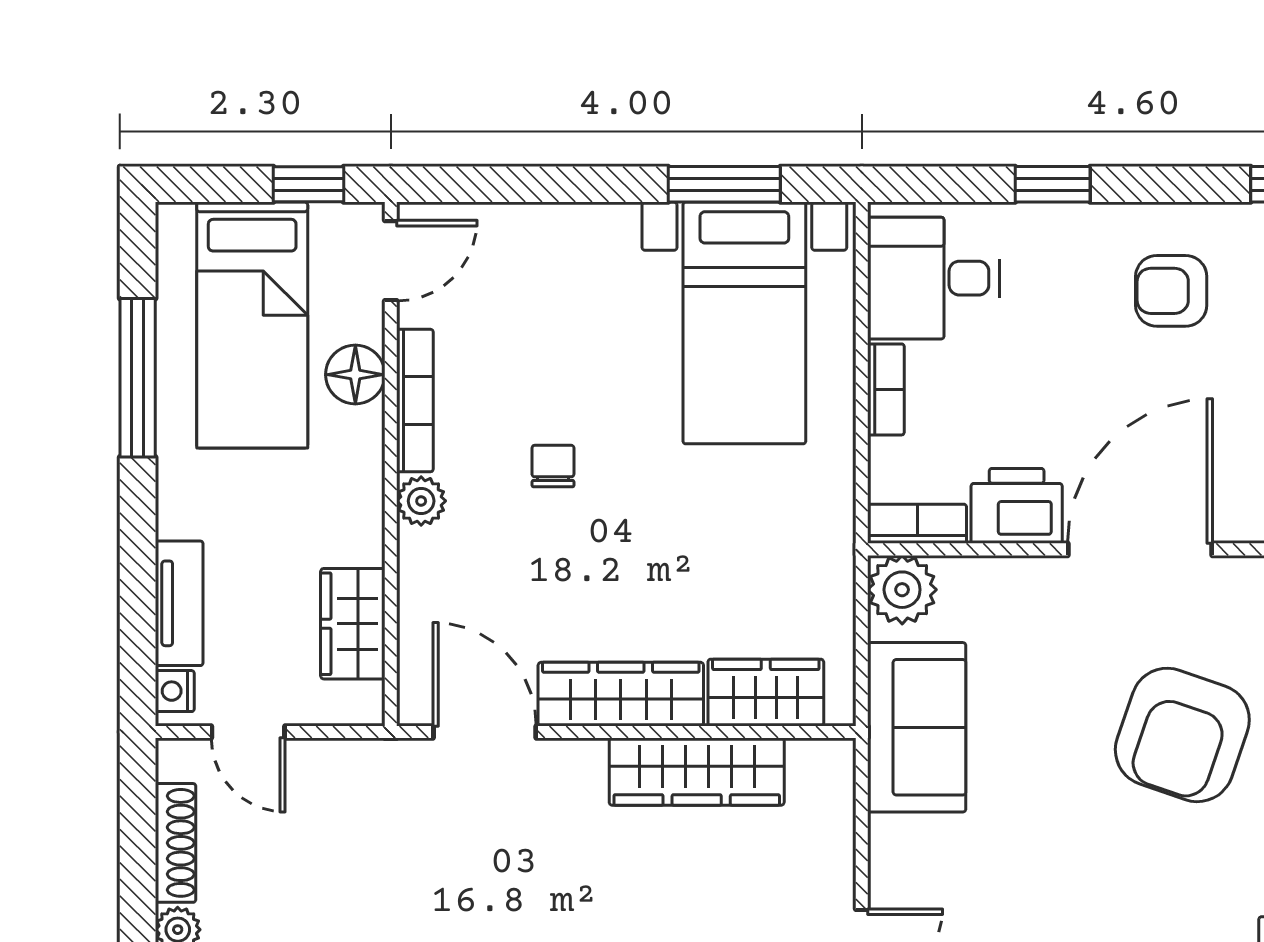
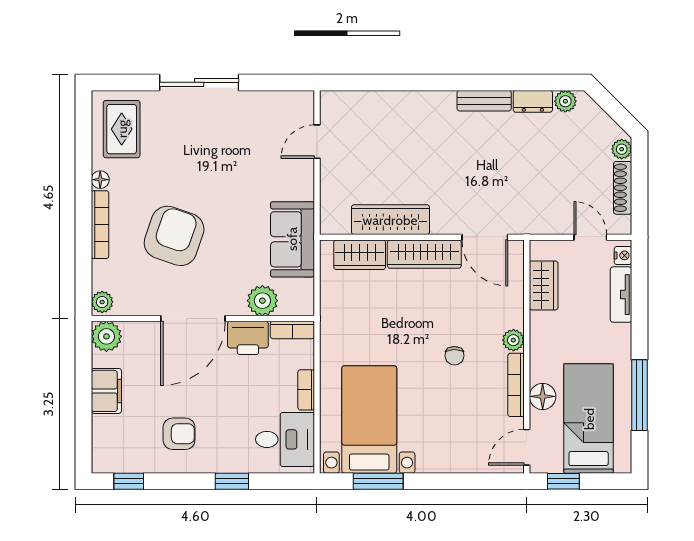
plant: (902, 590) -> (262, 301), moved

